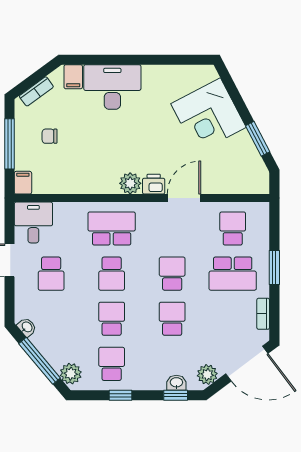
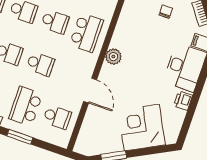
printer: (154, 184) -> (183, 101), moved, turned 180
school desk: (112, 274) -> (55, 22), turned 180

